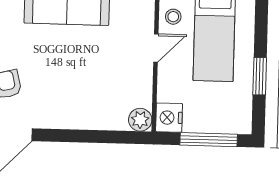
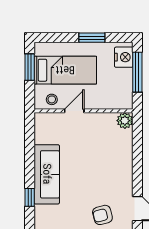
door: (156, 48) -> (74, 111), hinge flipped
nightstand: (169, 118) -> (124, 57), moved, turned -90

